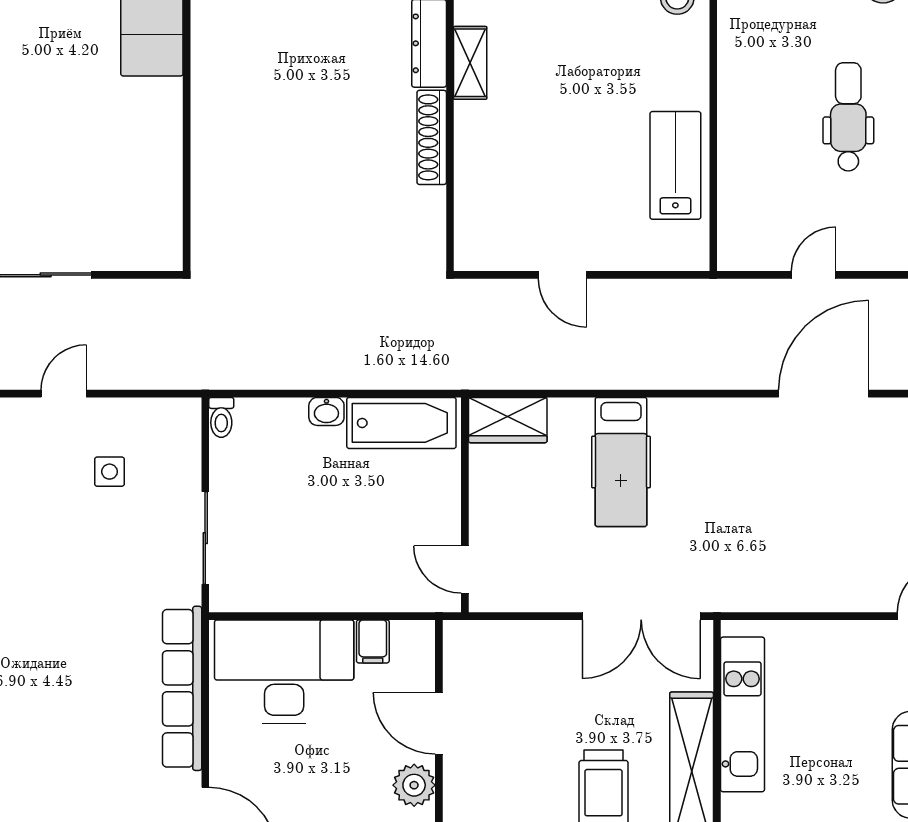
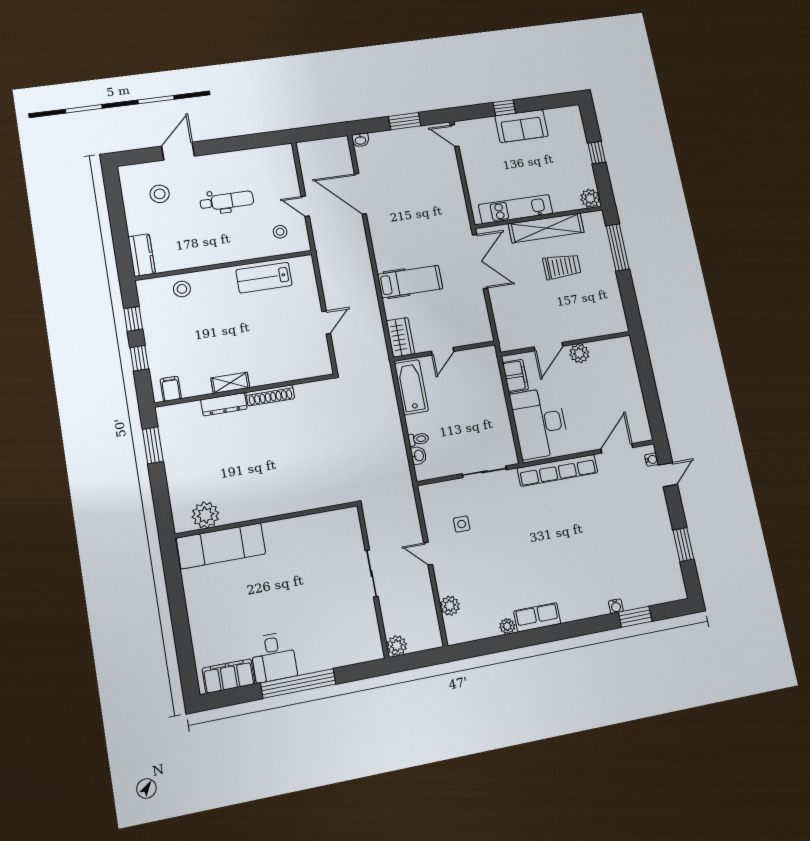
dental chair: (848, 117) -> (227, 201), turned 180
stool: (767, 214) -> (280, 232), added
washbasin: (326, 411) -> (419, 456), moved
toilet: (221, 417) -> (418, 439), moved
door: (465, 570) -> (443, 351), moved
filing cabinet: (373, 641) -> (515, 376), width x2.00

